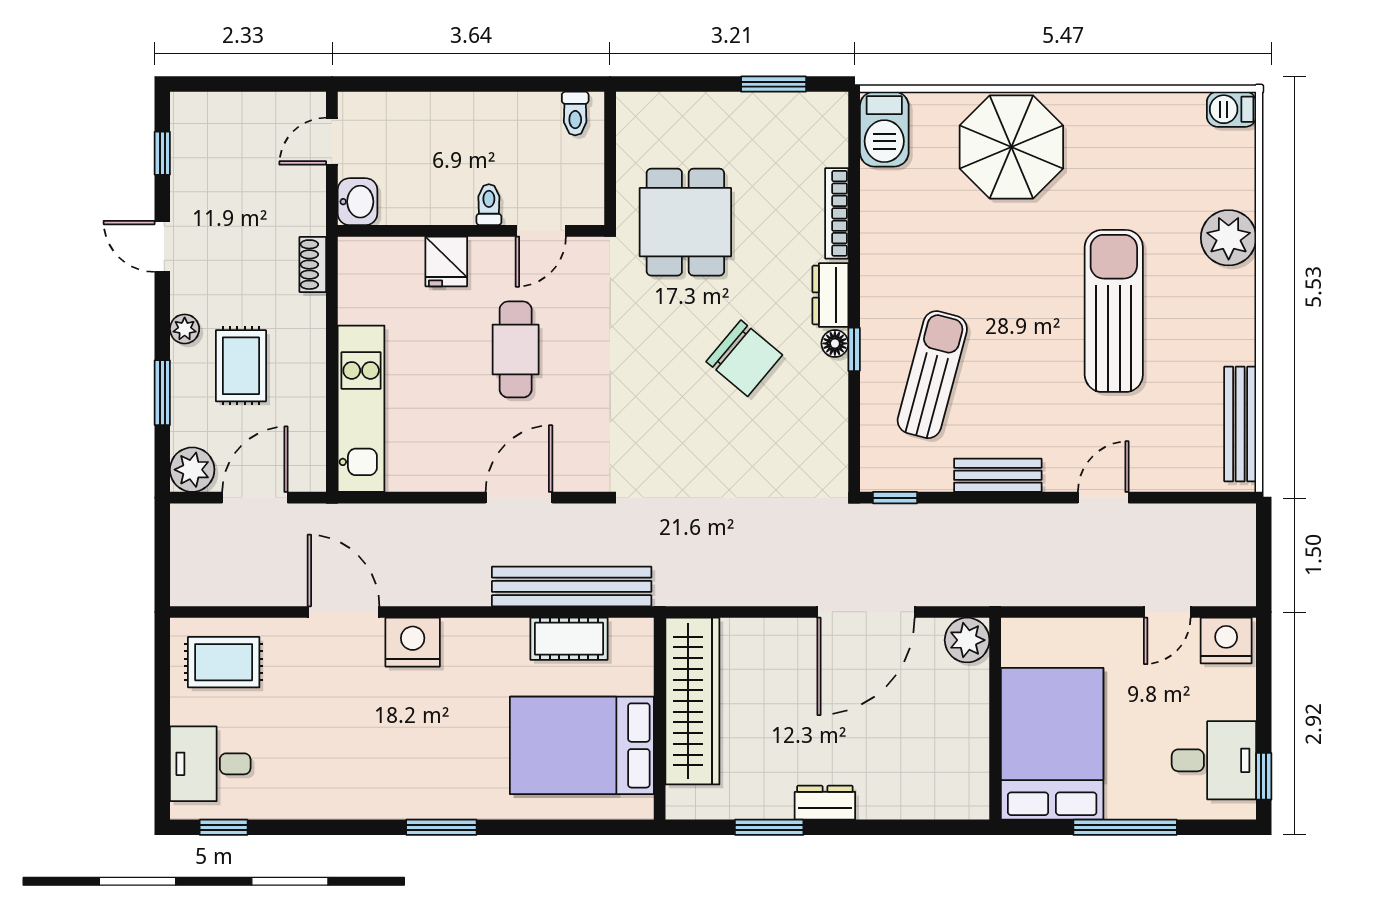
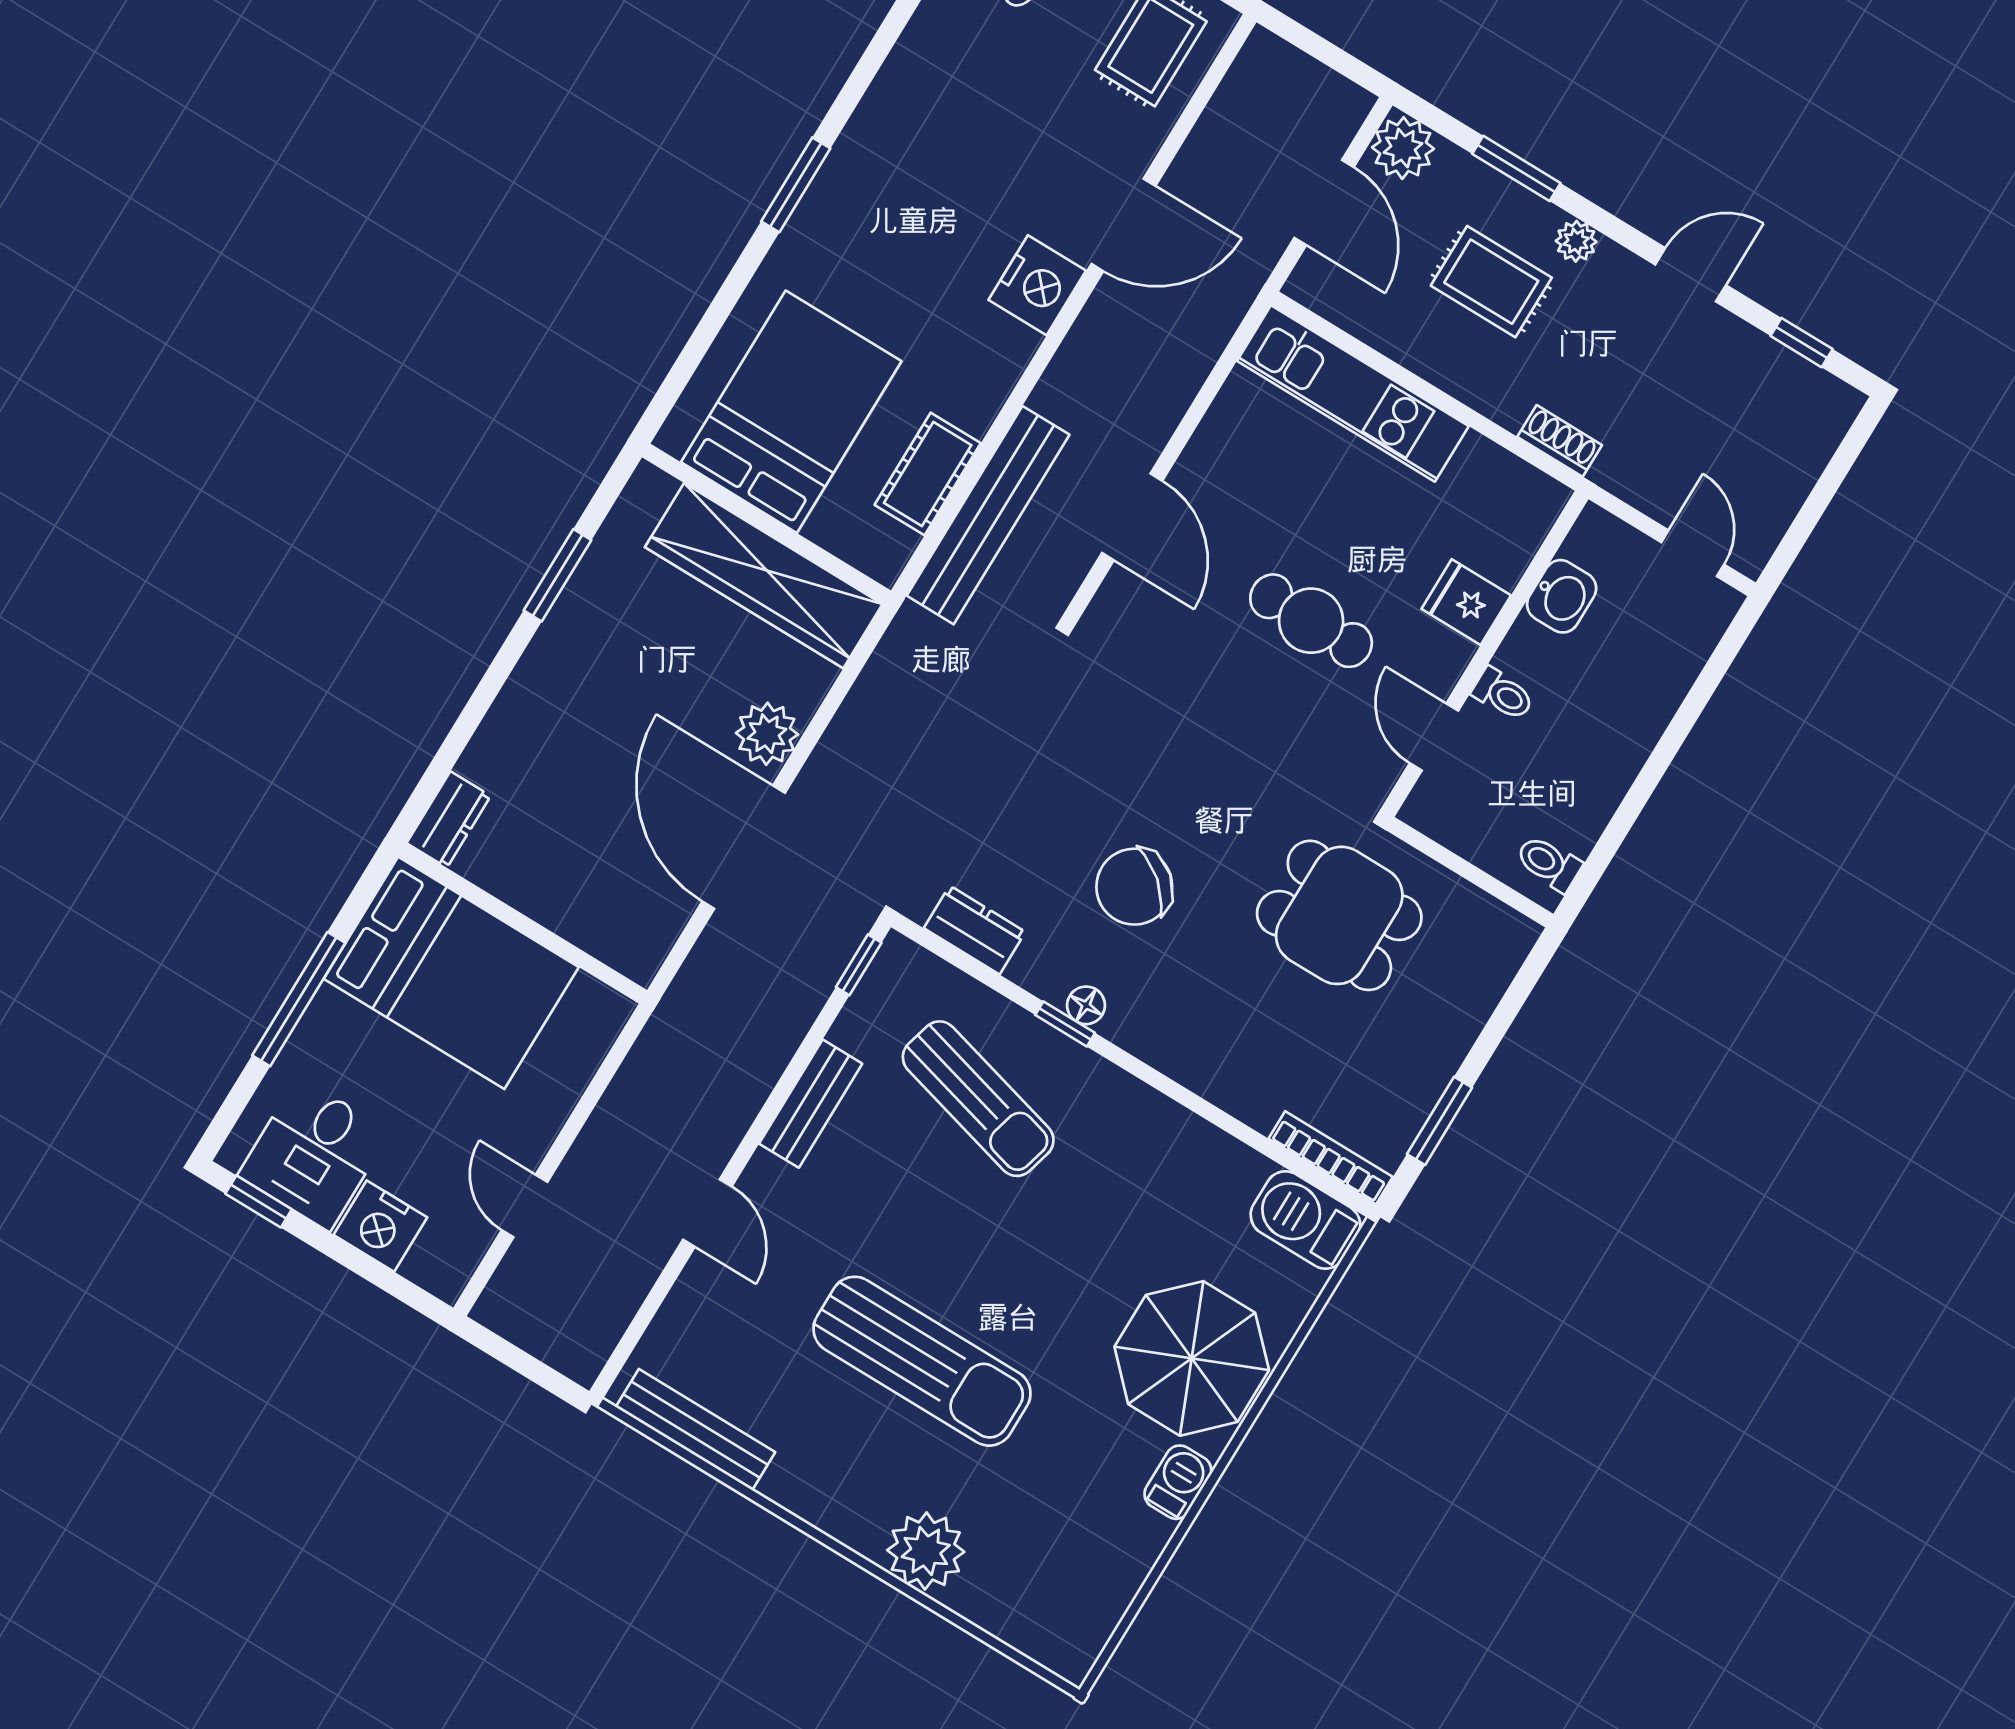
barbecue: (1232, 109) -> (1178, 1482), moved
washbasin: (357, 202) -> (1562, 596), moved, turned -90
bookcase: (837, 213) -> (1331, 1158), moved
dresser: (830, 295) -> (975, 930), moved
plant: (967, 640) -> (767, 734), moved
nightstand: (1226, 641) -> (380, 1226), moved, turned 90
dresser: (825, 803) -> (449, 819), moved

